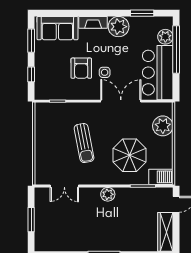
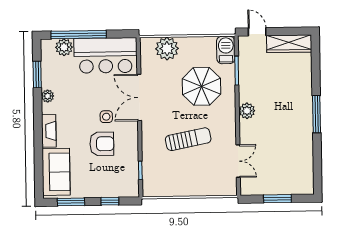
plant: (119, 27) -> (48, 96), width x0.53, depth x0.53

